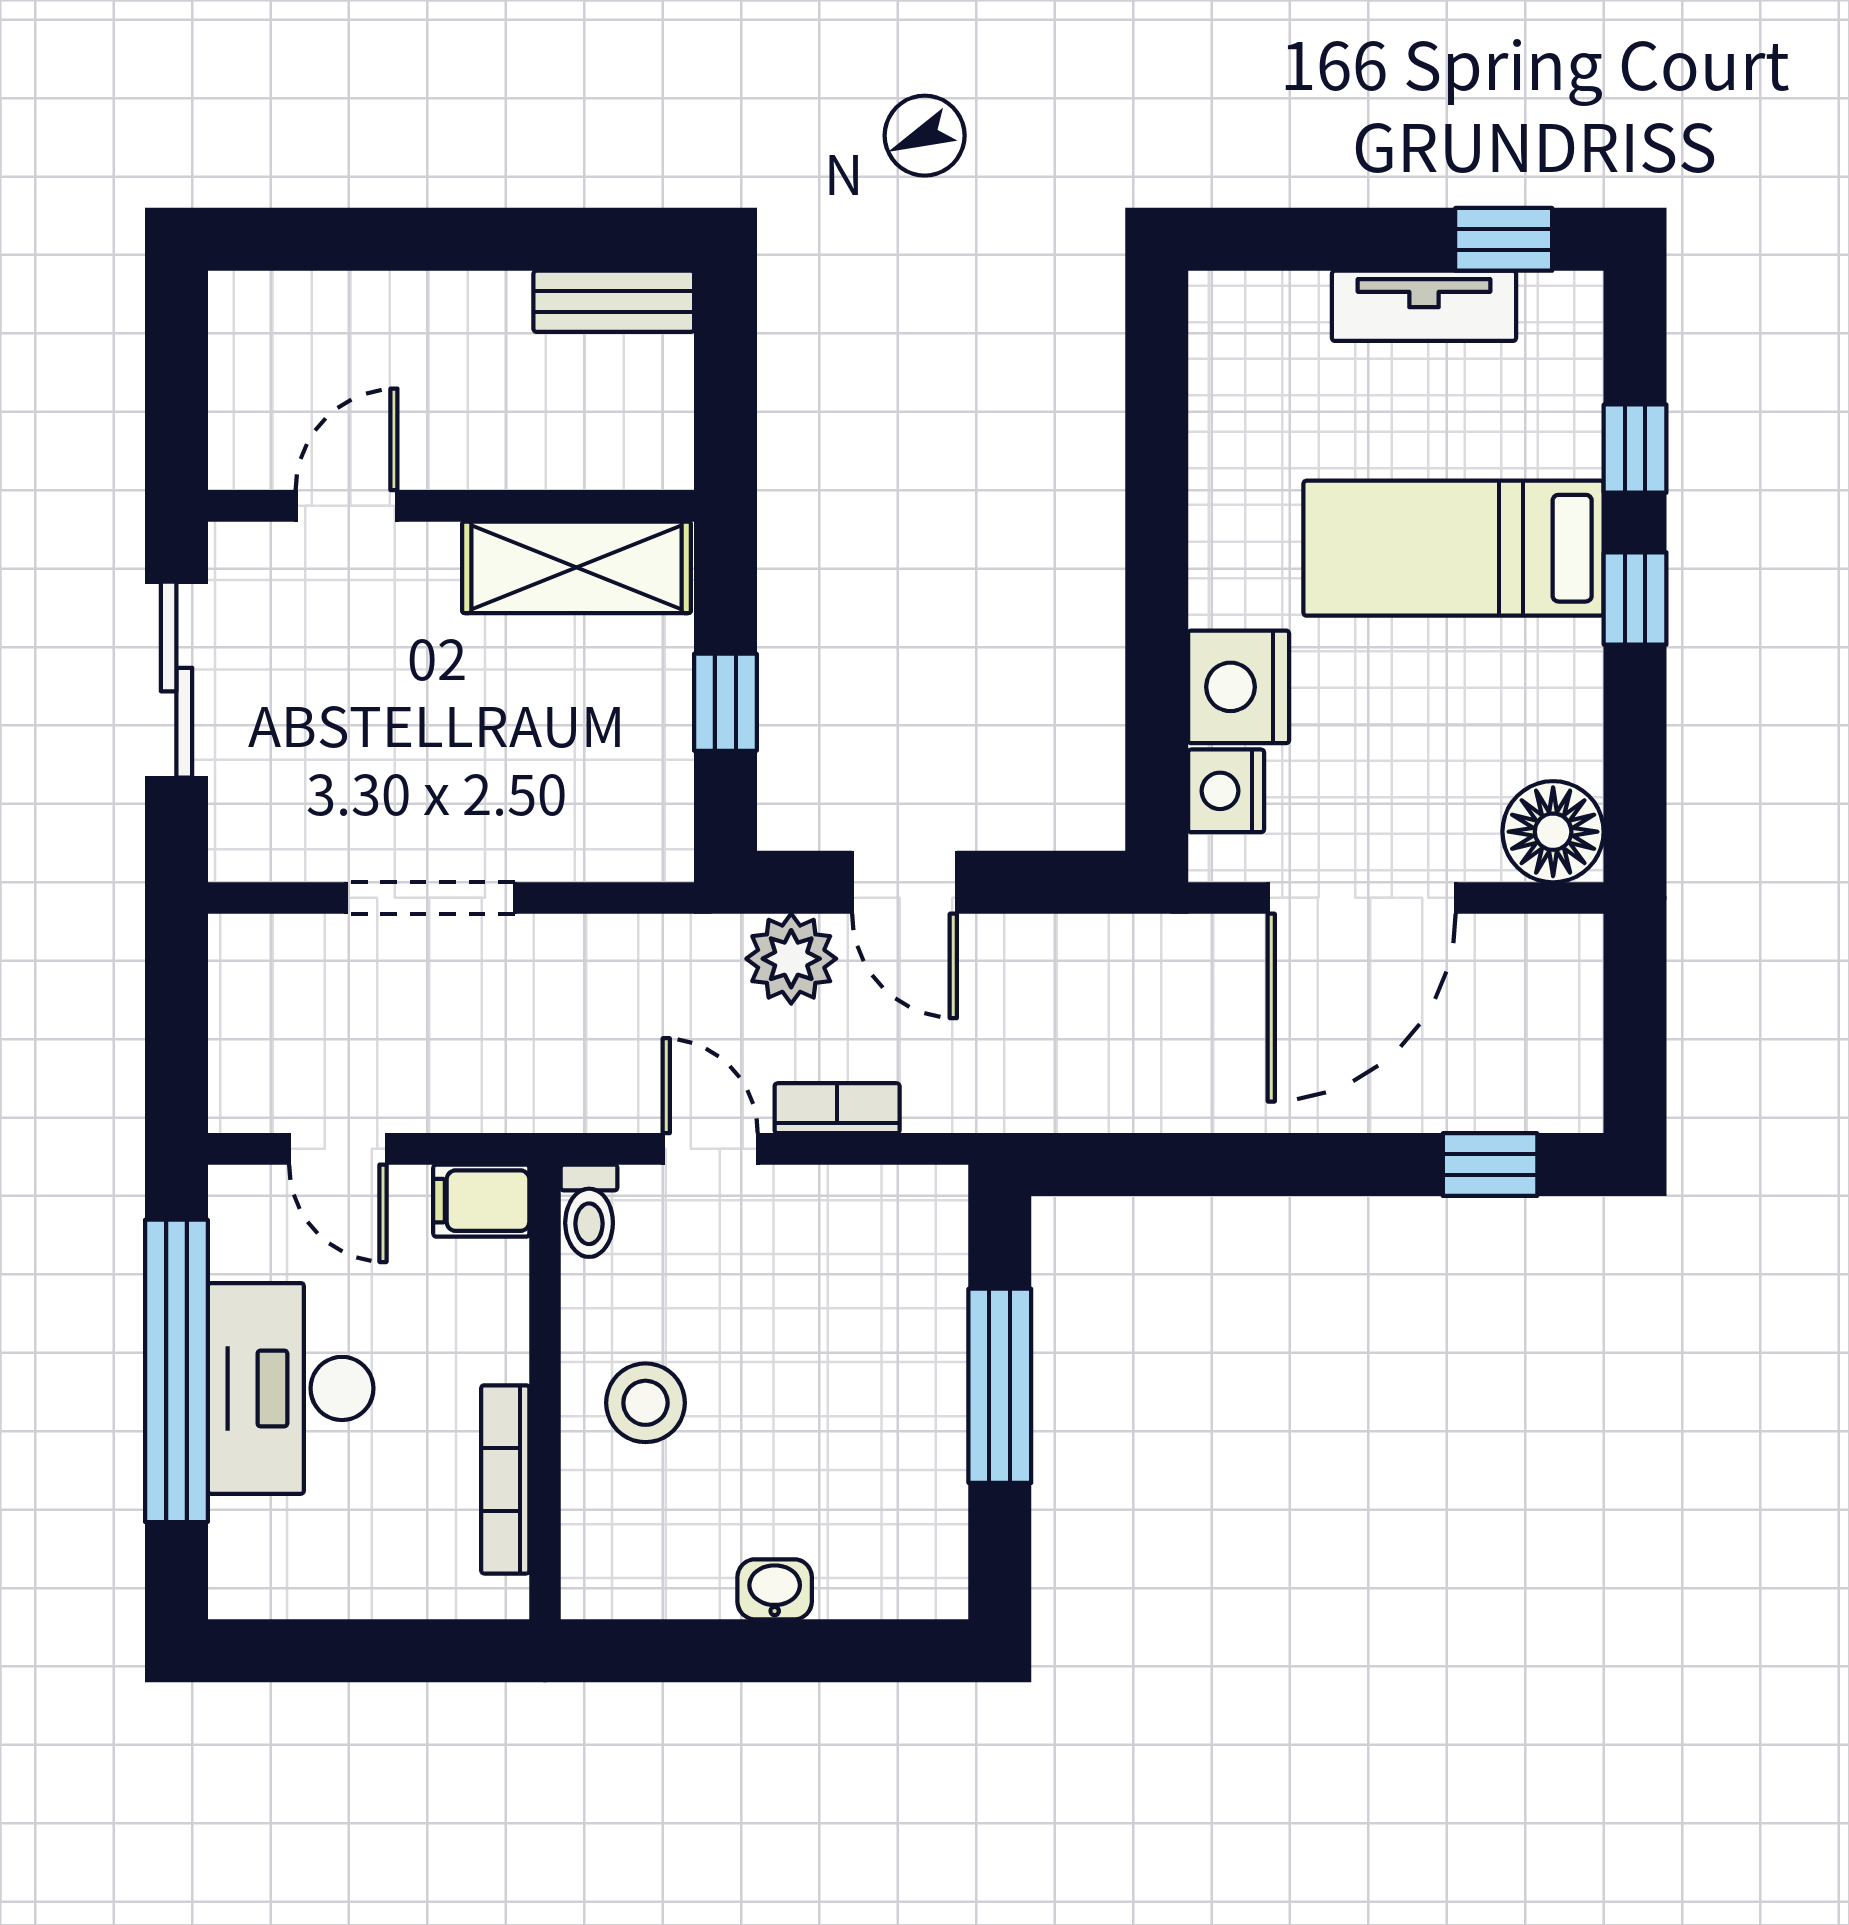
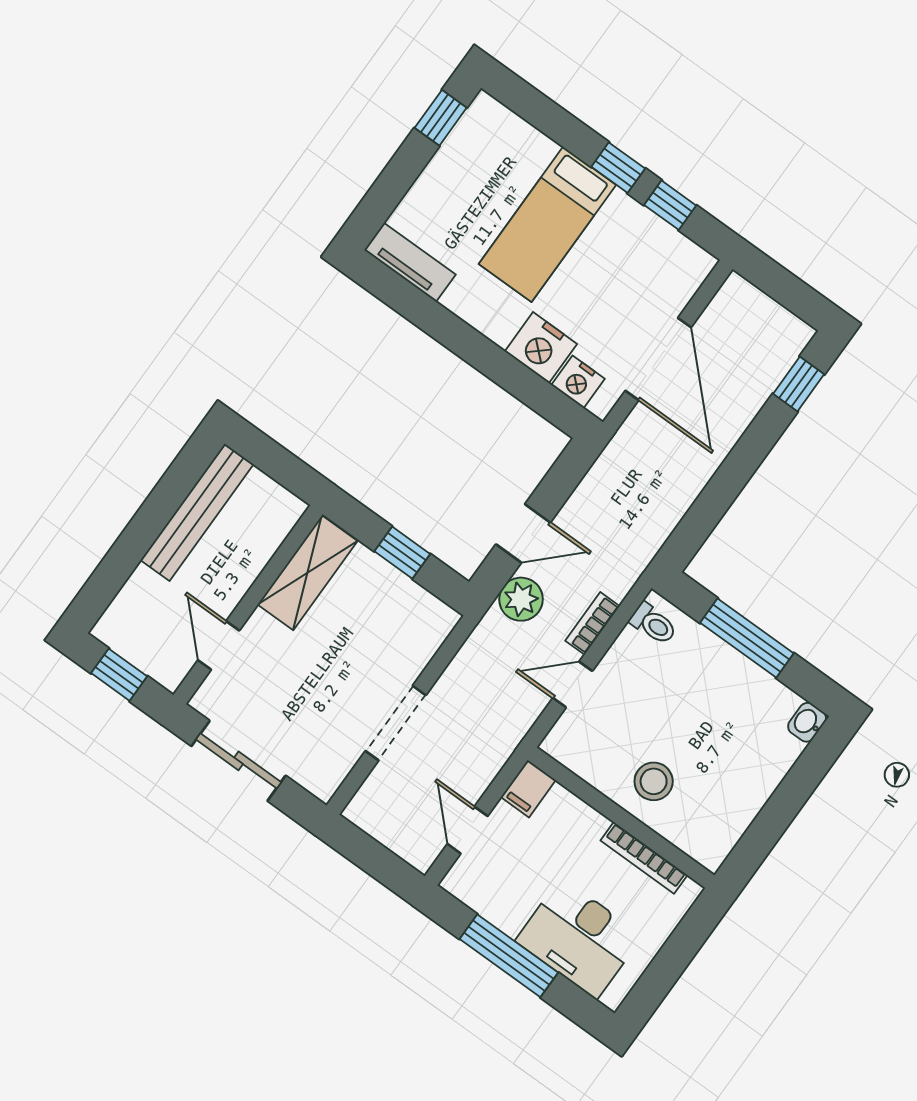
bench: (614, 301) -> (197, 512), width x1.86, depth x1.21
tv unit: (1424, 306) -> (410, 262), moved, turned -90
window: (176, 374) -> (119, 675), added
window: (1635, 449) -> (670, 205), moved
floor lamp: (1553, 832) -> (686, 266), removed
door: (338, 1149) -> (468, 830), swing flipped
toilet: (589, 1211) -> (653, 624), moved
window: (176, 1371) -> (509, 956), width x0.68
desk: (291, 1388) -> (579, 938), moved
washbasin: (775, 1589) -> (807, 722), moved

